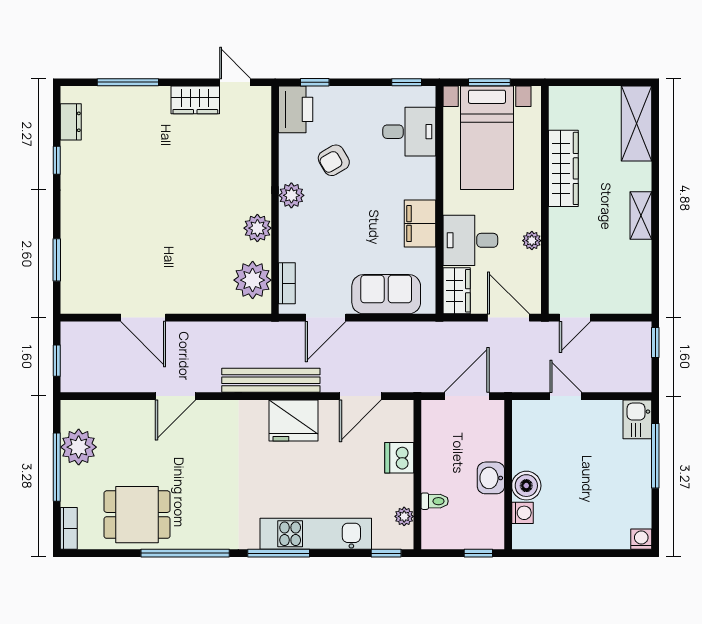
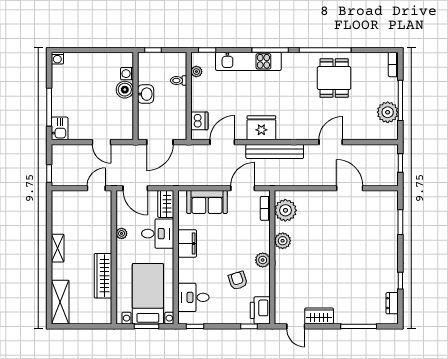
armchair: (334, 160) -> (238, 281), turned -78
dishwasher: (399, 458) -> (199, 121), moved
dining table: (137, 515) -> (334, 78), moved, turned 90

